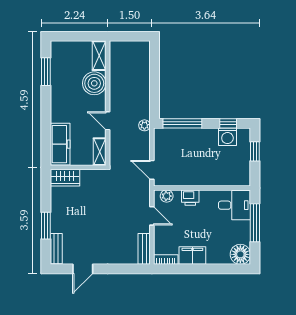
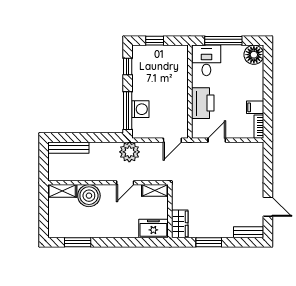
plant: (144, 125) -> (129, 152), width x1.88, depth x1.88
washing machine: (227, 137) -> (140, 109), moved
freezer: (60, 144) -> (153, 229), width x0.71
plant: (167, 196) -> (198, 126), removed
printer: (190, 198) -> (203, 103), width x1.87, depth x1.48
window: (46, 226) -> (209, 242), moved
bench: (144, 249) -> (68, 148), moved, width x1.36
filing cabinet: (192, 256) -> (255, 107), width x0.50

